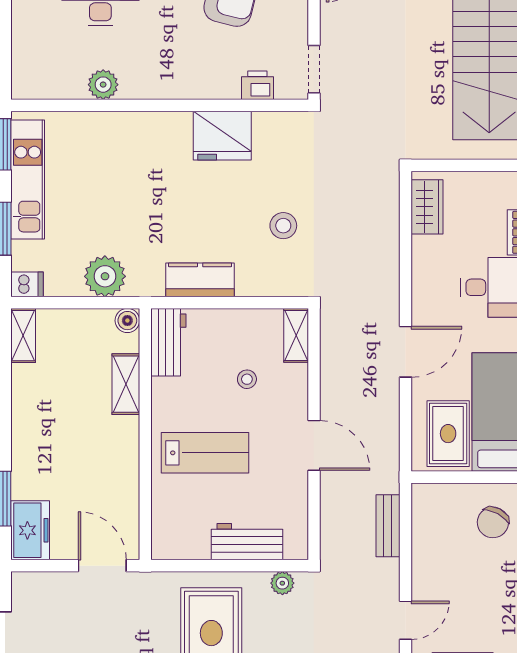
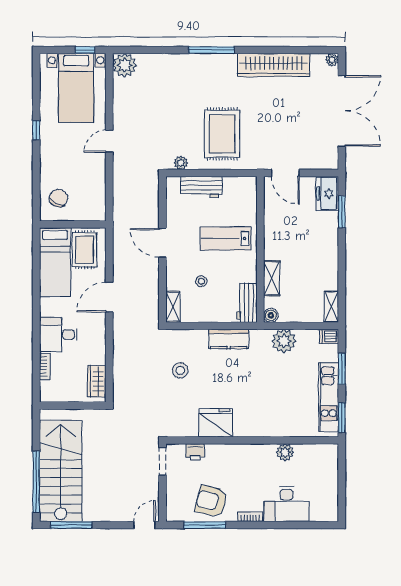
bench: (388, 526) -> (120, 196), removed

